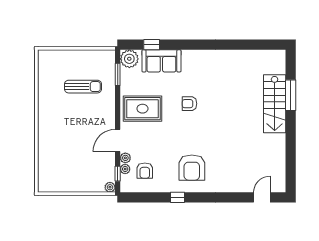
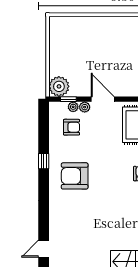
armchair: (145, 171) -> (72, 127), turned 180
plant: (110, 187) -> (59, 86), width x1.88, depth x1.88
door: (262, 197) -> (44, 249), swing flipped

